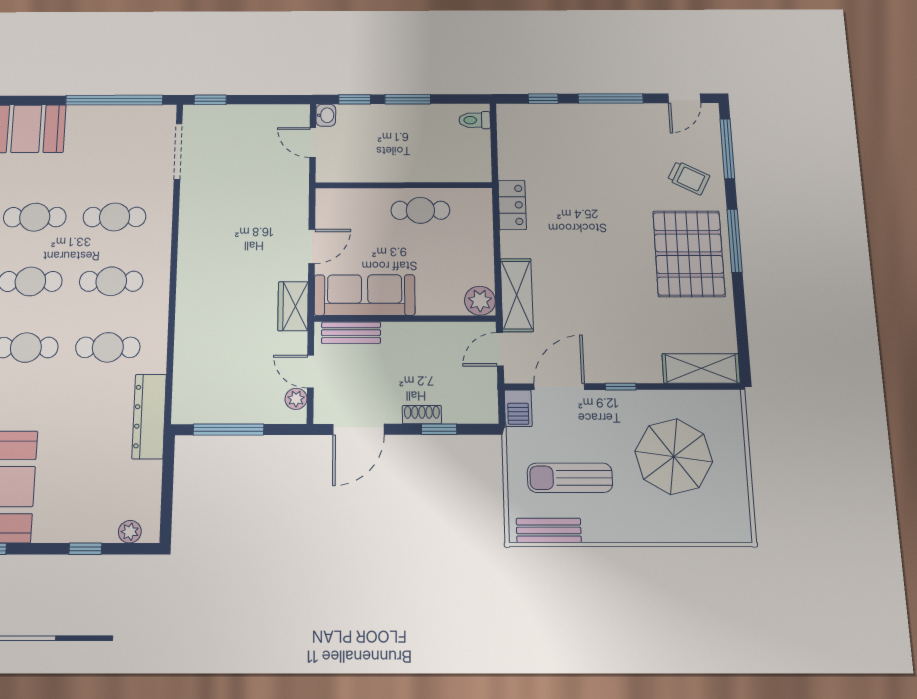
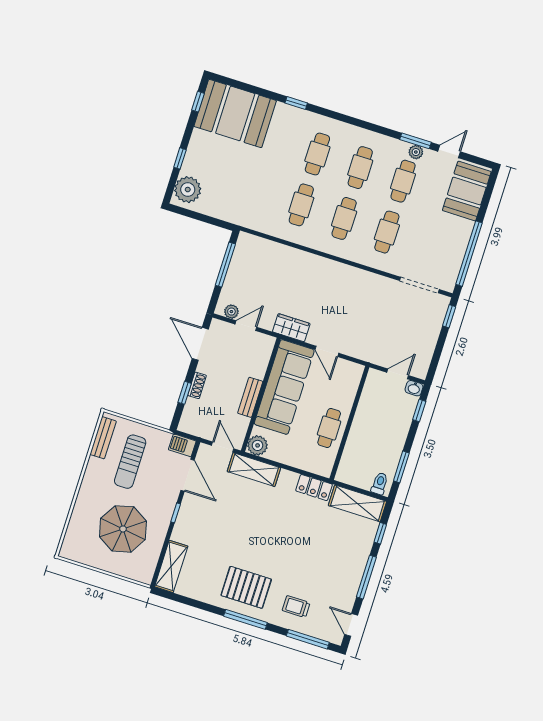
window: (408, 99) -> (401, 467), moved
shelving: (513, 141) -> (357, 503), added
trolley: (689, 178) -> (296, 607), turned 63
pallet: (689, 254) -> (246, 587), width x0.73, depth x0.71
sofa: (365, 295) -> (284, 387), width x1.36, depth x1.27
bench: (351, 333) -> (250, 397), moved
dresser: (149, 416) -> (249, 219), removed
sun lounger: (570, 478) -> (130, 462), turned 180
plant: (130, 532) -> (188, 190), width x1.87, depth x1.87

